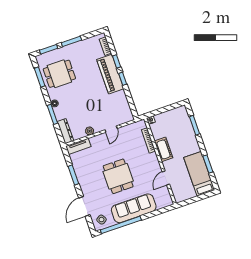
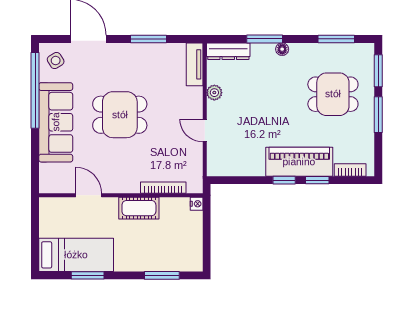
dining table: (59, 74) -> (333, 94), moved, turned 90

